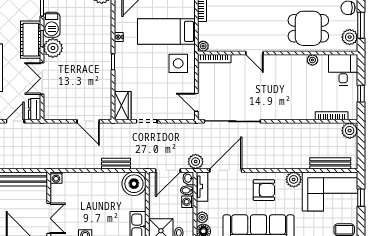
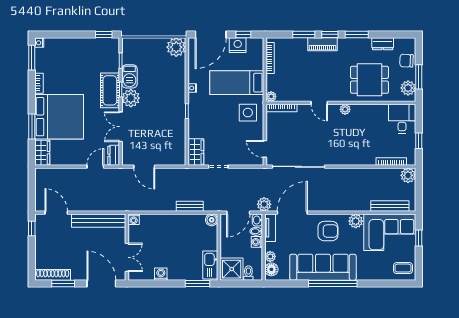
plant: (312, 60) -> (345, 109), moved
door: (88, 121) -> (144, 167), moved
boiler: (134, 184) -> (212, 220), width x0.54, depth x0.54

